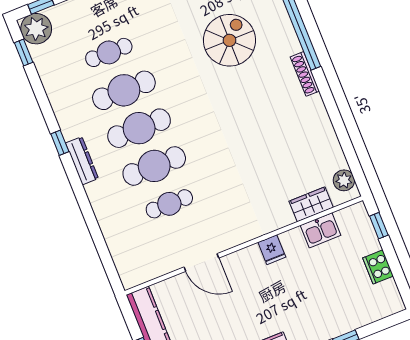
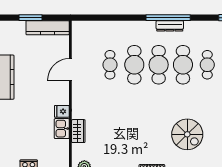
window: (60, 143) -> (168, 18), width x3.17
dresser: (82, 161) -> (170, 26), moved
wardrobe: (311, 204) -> (78, 131), moved
kitchen sink: (321, 230) -> (62, 129), moved

